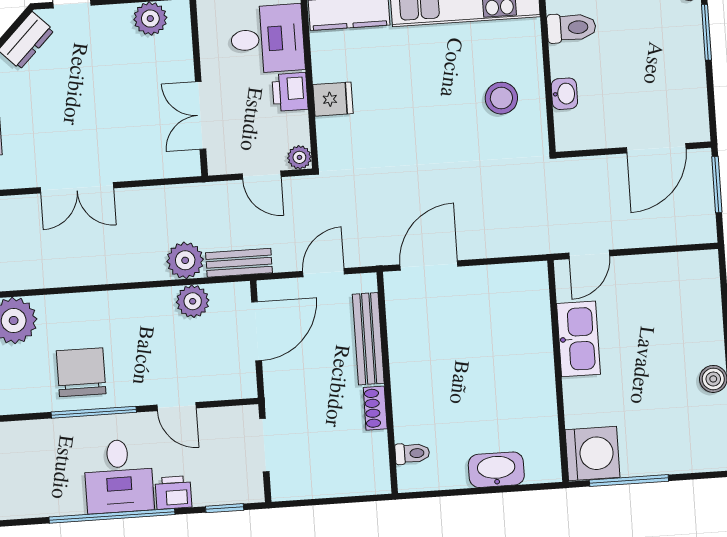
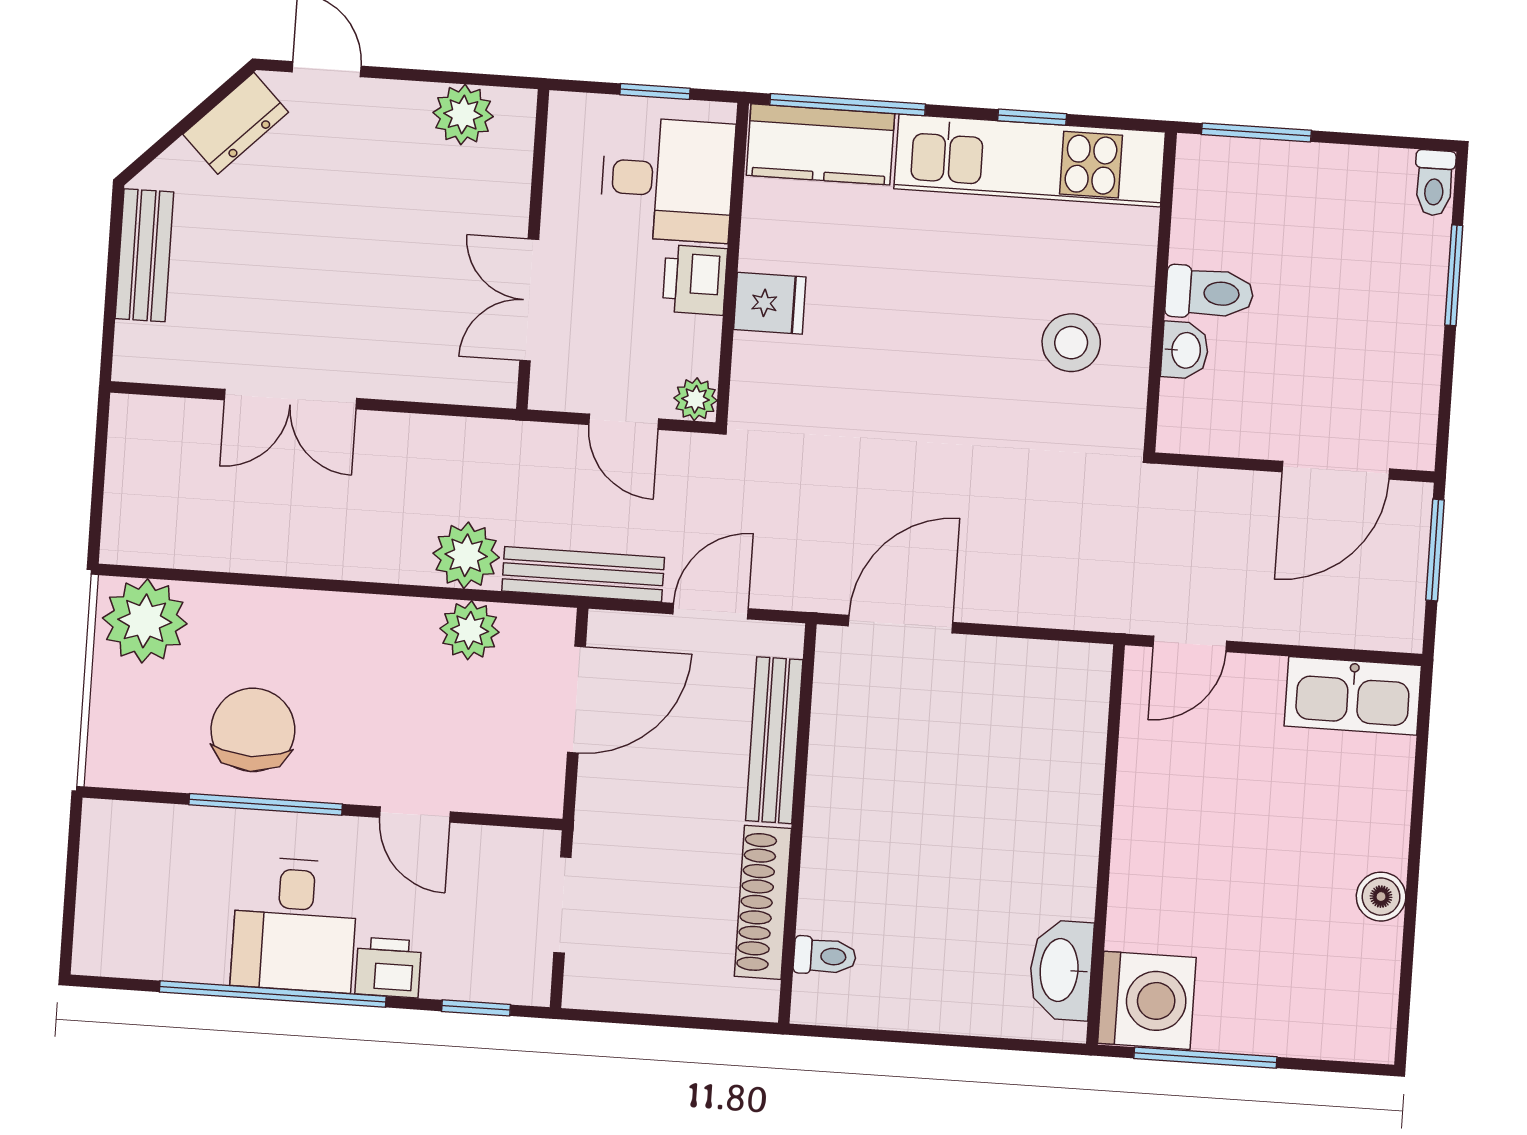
toilet: (571, 28) -> (1209, 293), moved
bench: (239, 263) -> (583, 574), width x1.36
kitchen sink: (578, 339) -> (1353, 696), moved, turned 90
shoe rack: (375, 408) -> (763, 902), width x1.94, depth x1.24
washbasin: (496, 470) -> (1061, 970), moved, turned -90

